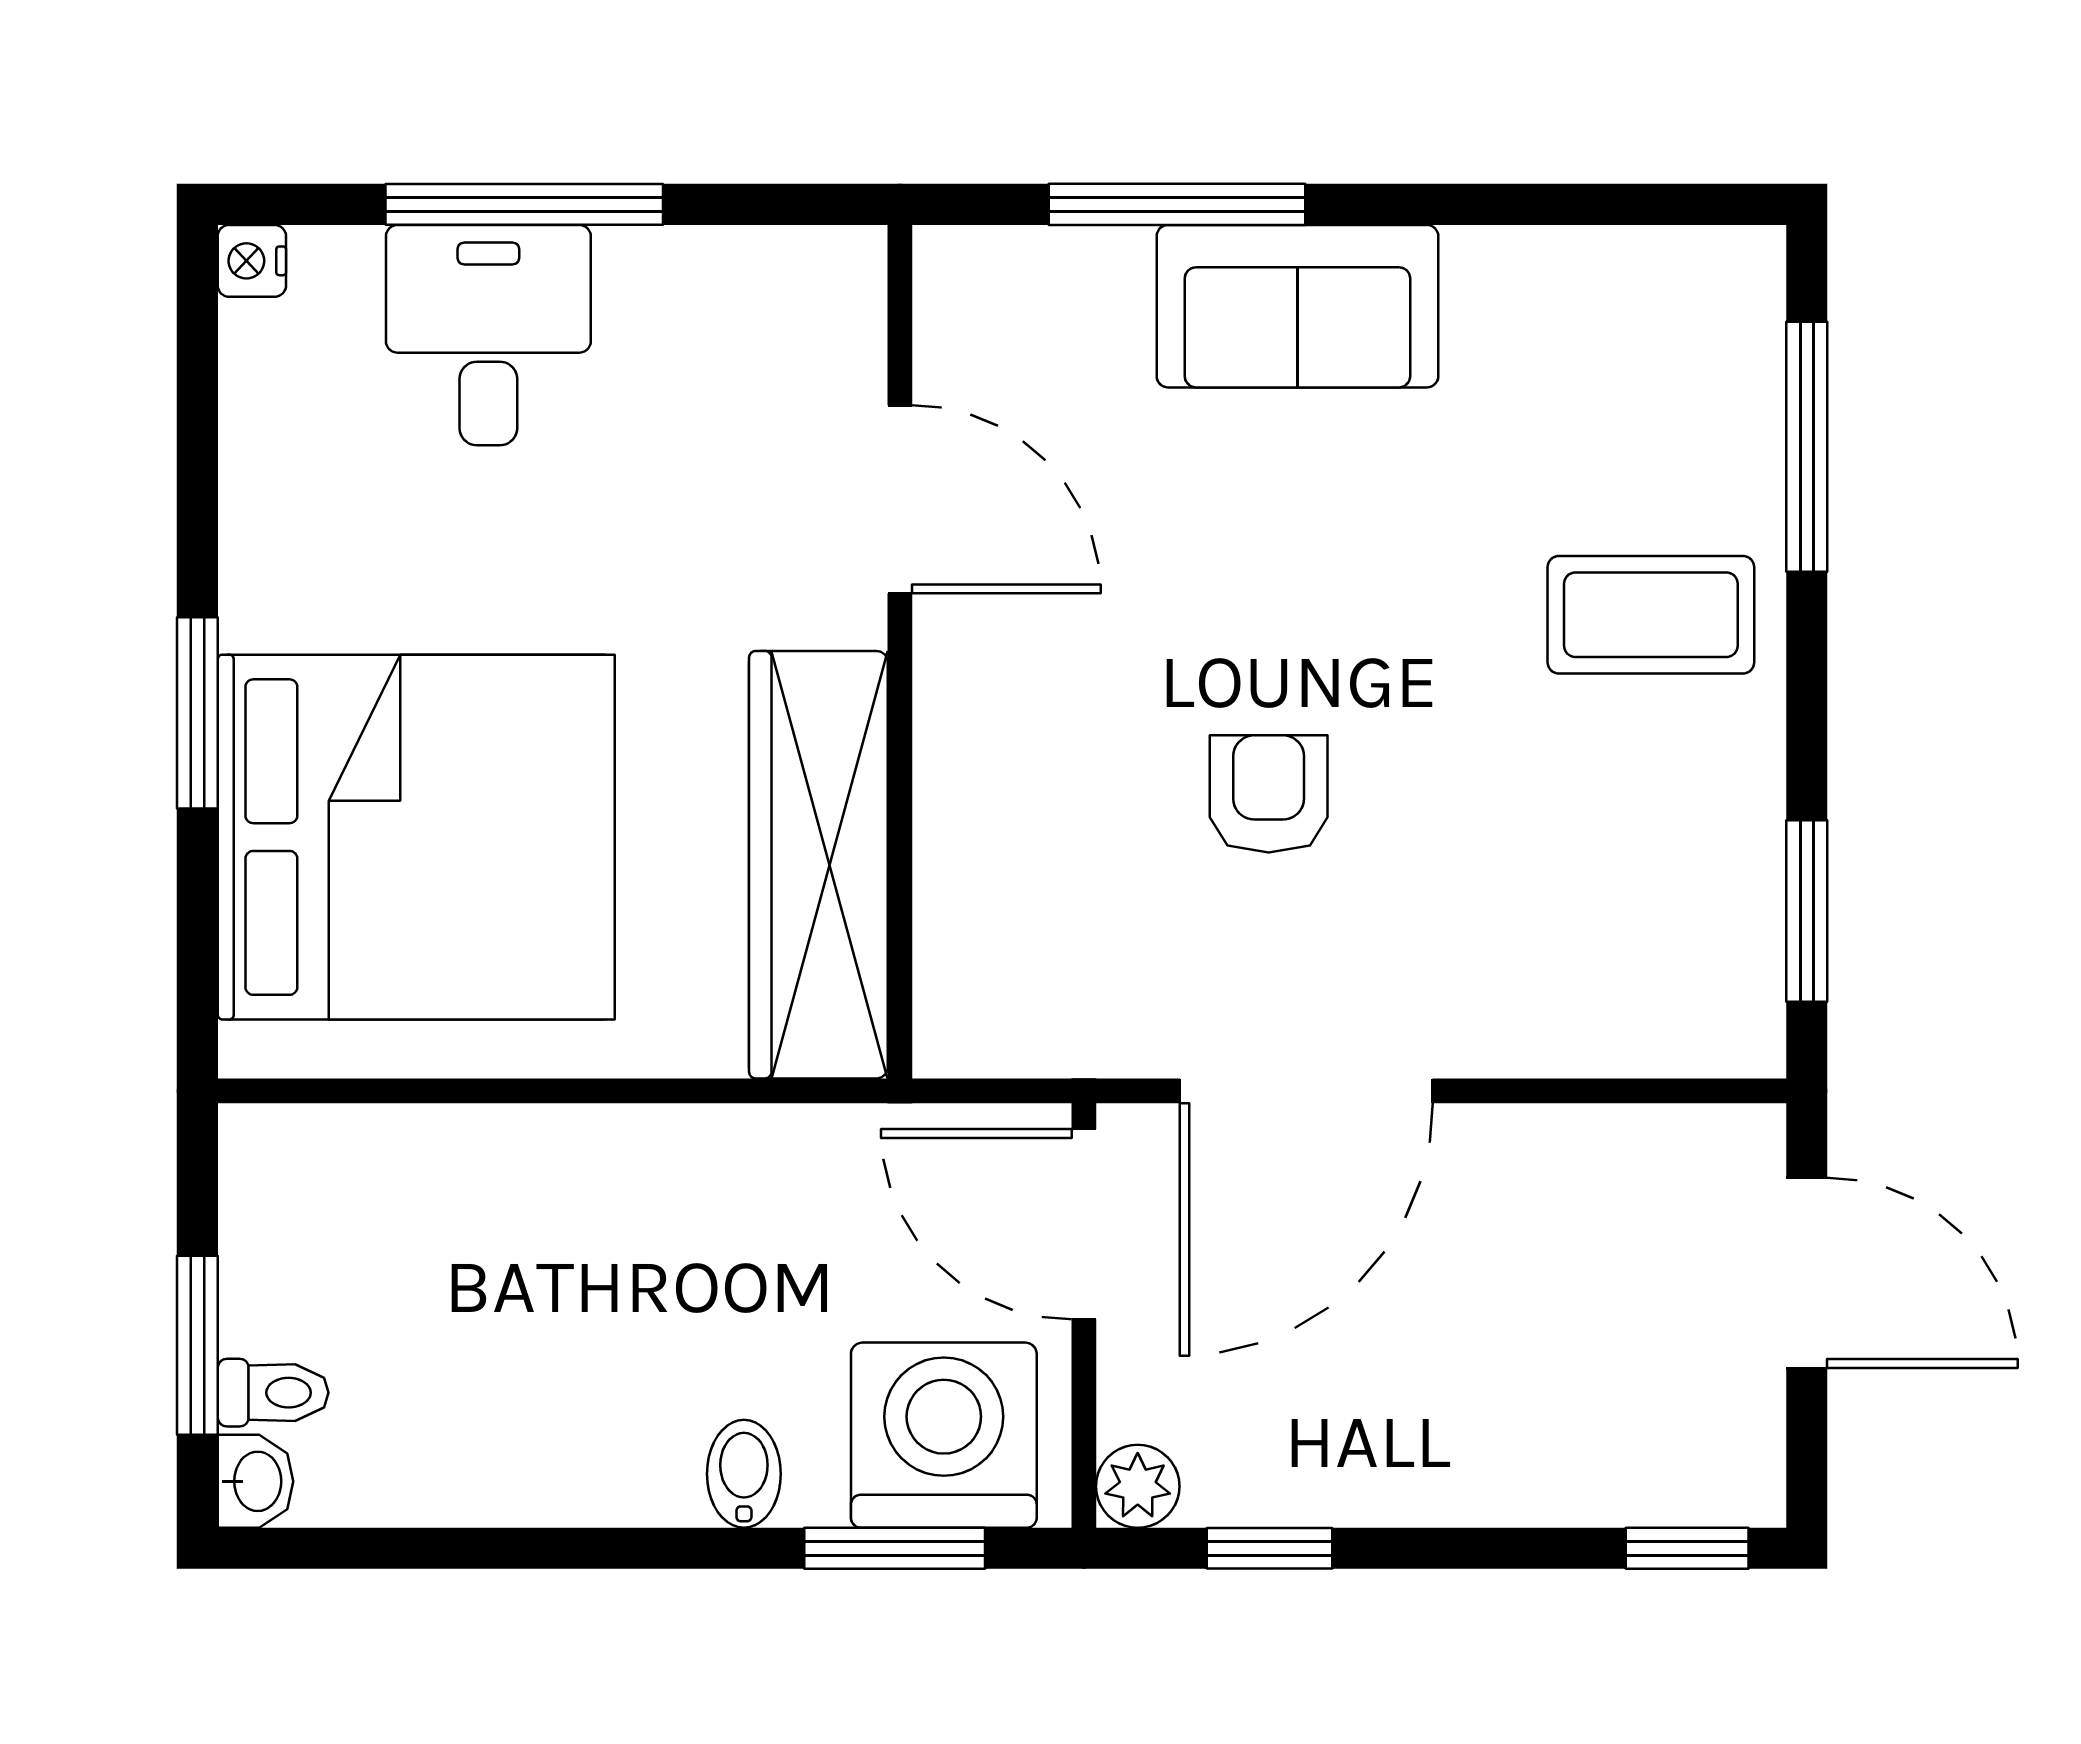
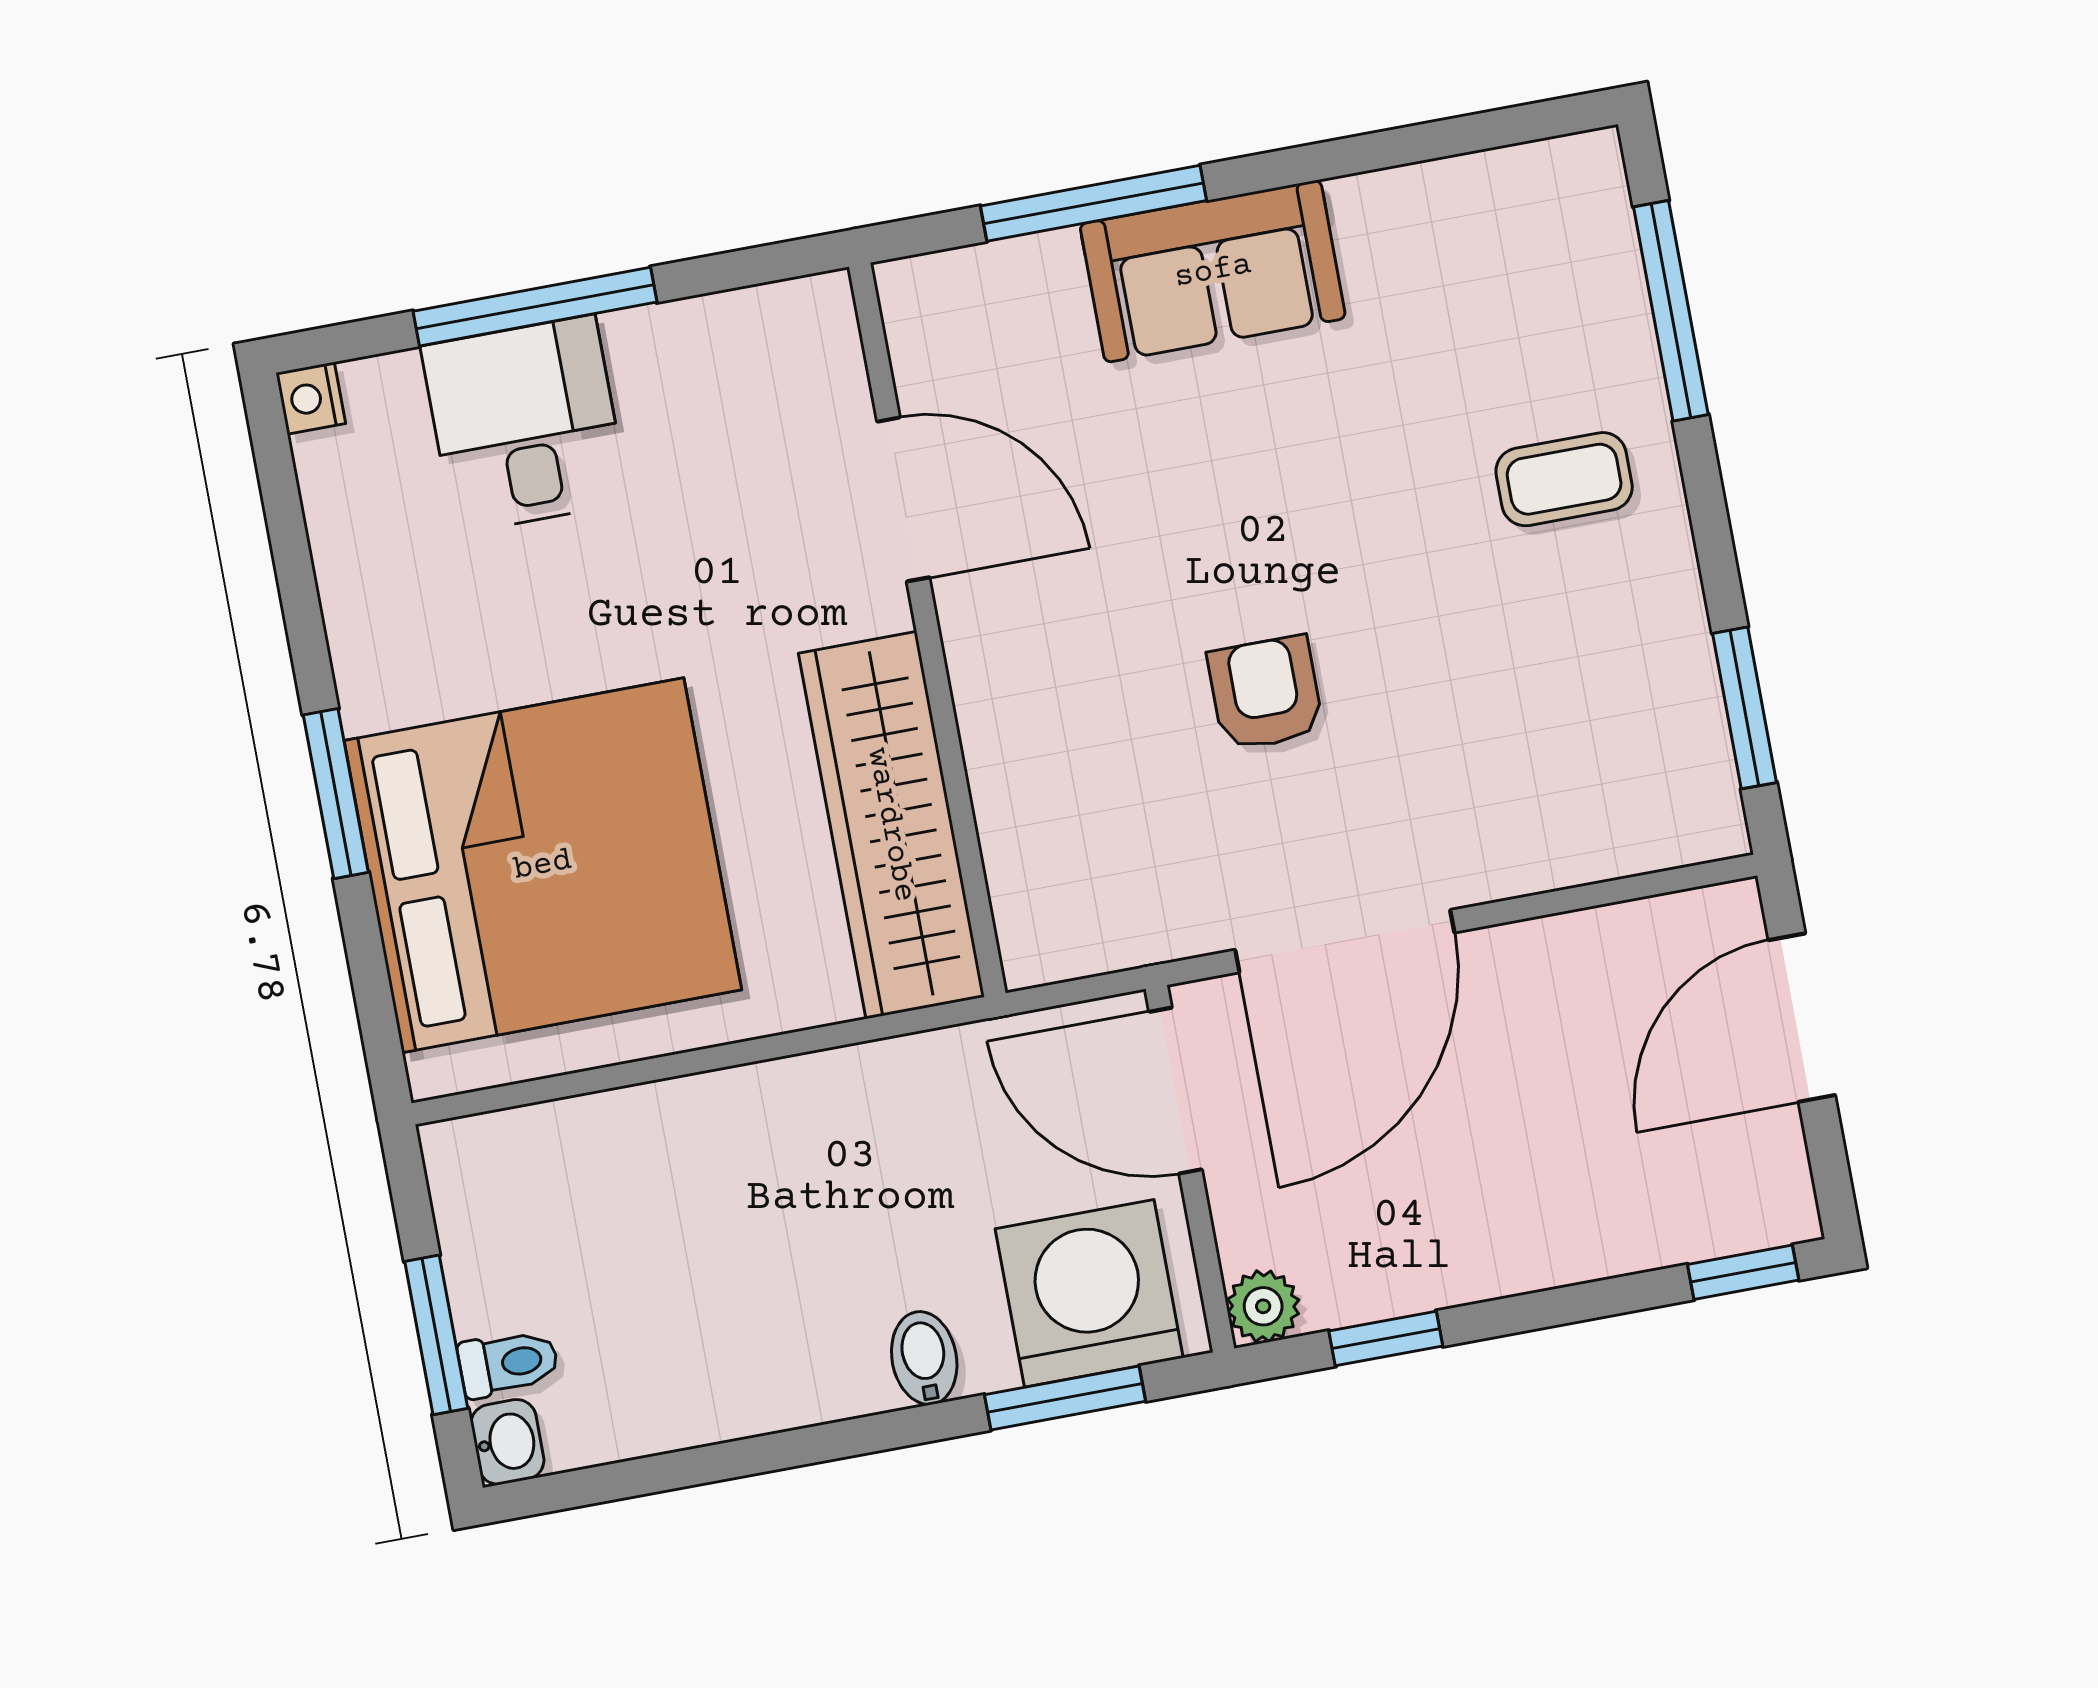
coffee table: (1651, 615) -> (1564, 479), width x0.73, depth x0.77
door: (1807, 1273) -> (1802, 1018), swing flipped

